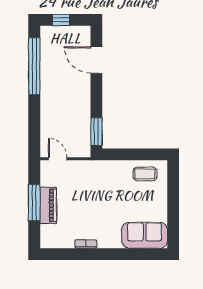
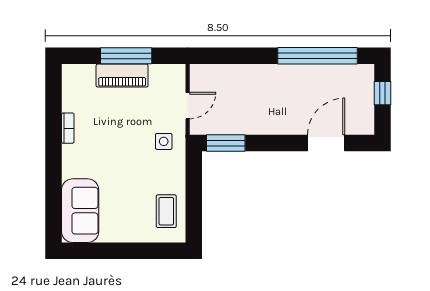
door: (58, 159) -> (188, 106), moved
side table: (95, 176) -> (164, 141), added

